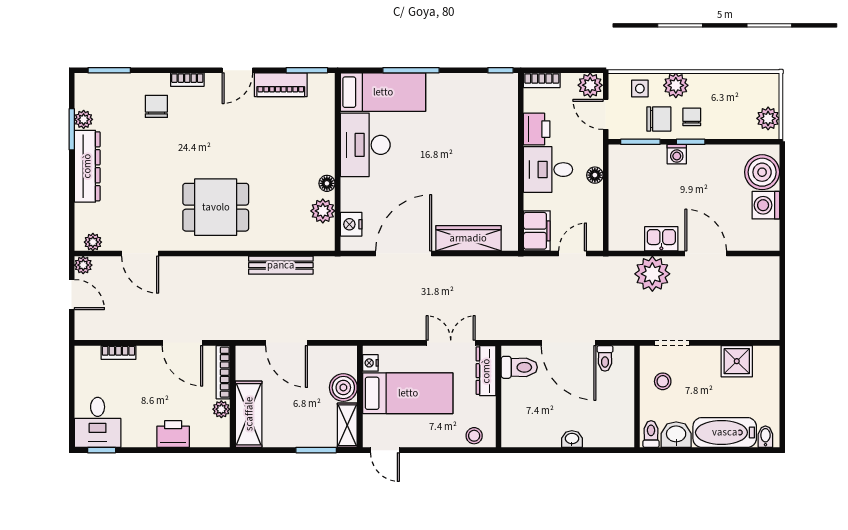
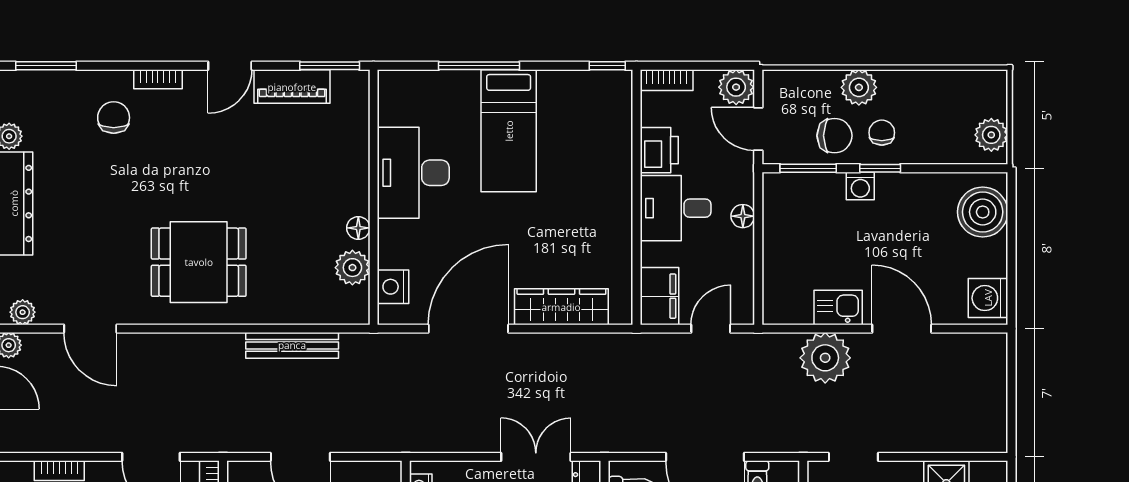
side table: (640, 89) -> (807, 92), removed
bed: (383, 92) -> (509, 131), moved, turned 90
washing machine: (766, 205) -> (988, 298), moved

